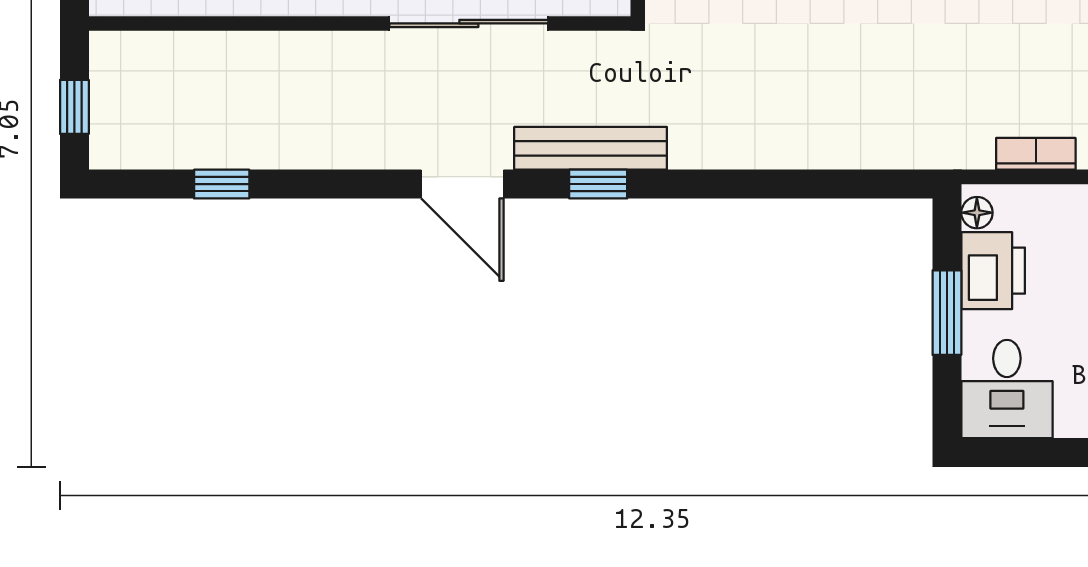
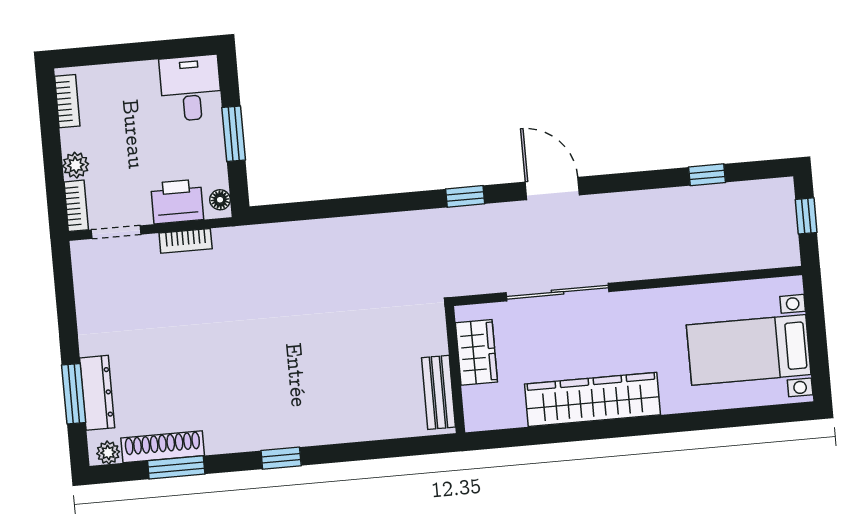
bench: (591, 148) -> (472, 219), removed
printer: (993, 271) -> (177, 201), moved, turned 90

